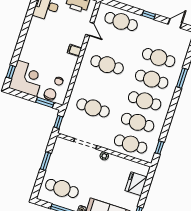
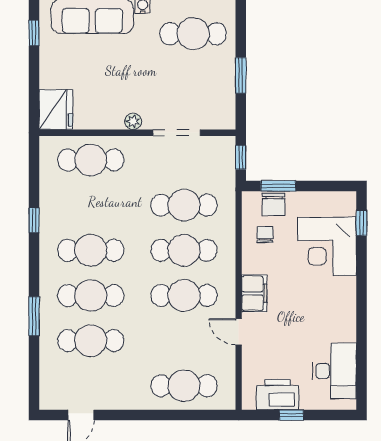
window: (149, 15) -> (136, 415), removed
door: (90, 29) -> (239, 332), moved
filing cabinet: (75, 50) -> (254, 293), width x2.00
corner desk: (27, 78) -> (327, 246), moved
cafe table: (138, 122) -> (184, 250), moved
window: (159, 147) -> (34, 220), moved
fridge: (136, 184) -> (56, 110), moved

